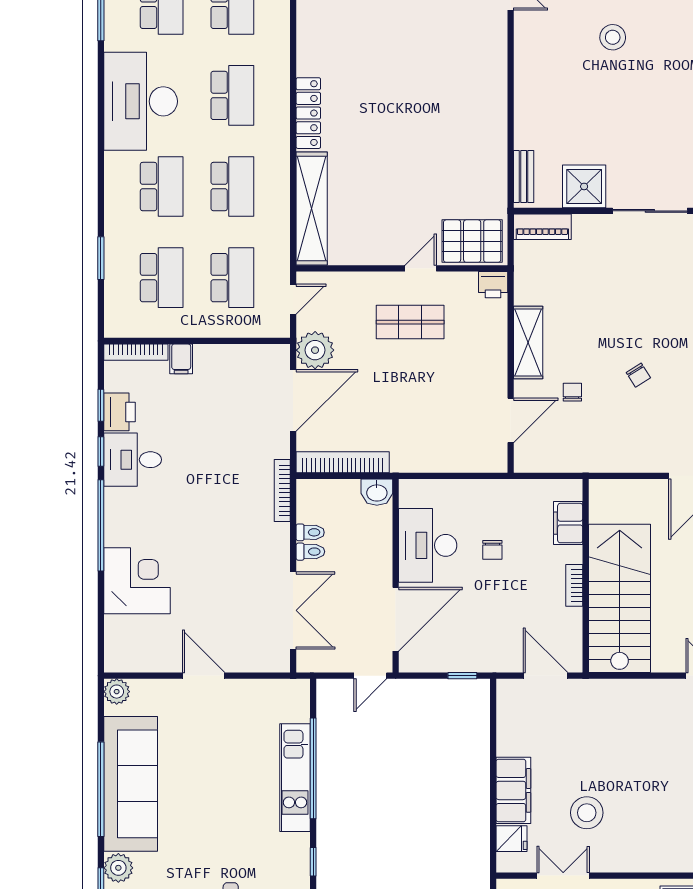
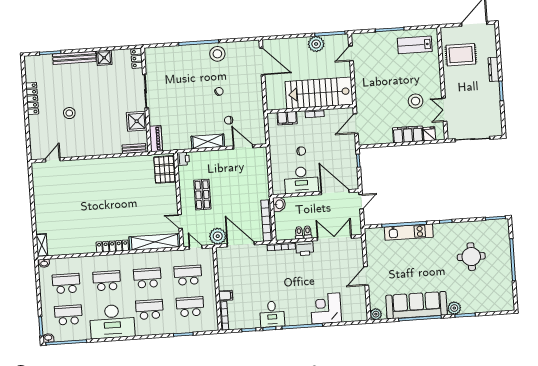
door: (421, 268) -> (180, 221), moved
printer: (120, 412) -> (305, 248), moved, turned 180
door: (370, 676) -> (361, 202), hinge flipped

